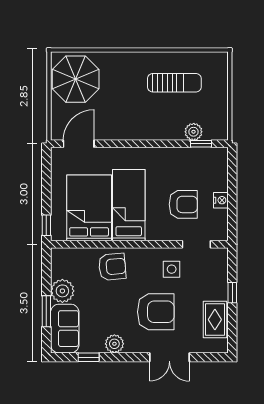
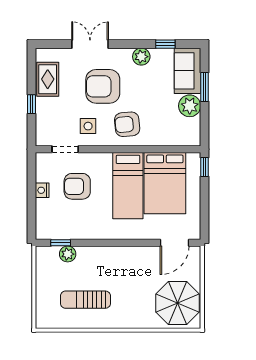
armchair: (112, 267) -> (127, 124), moved

